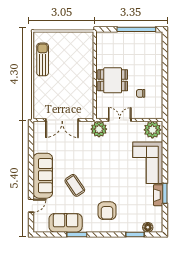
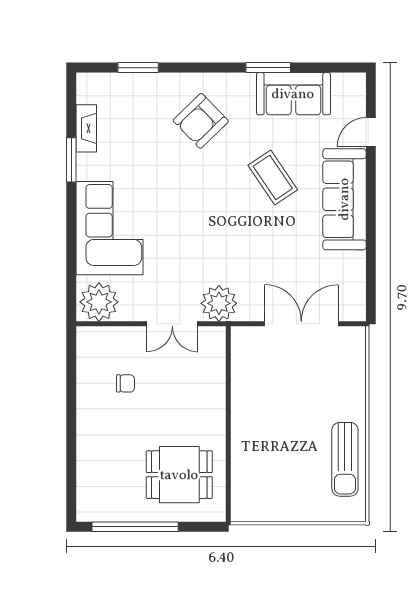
dining table: (113, 80) -> (179, 475), moved
fireplace: (158, 195) -> (86, 128), moved
armchair: (107, 211) -> (201, 121), turned -134
floor lamp: (148, 227) -> (110, 84), removed

